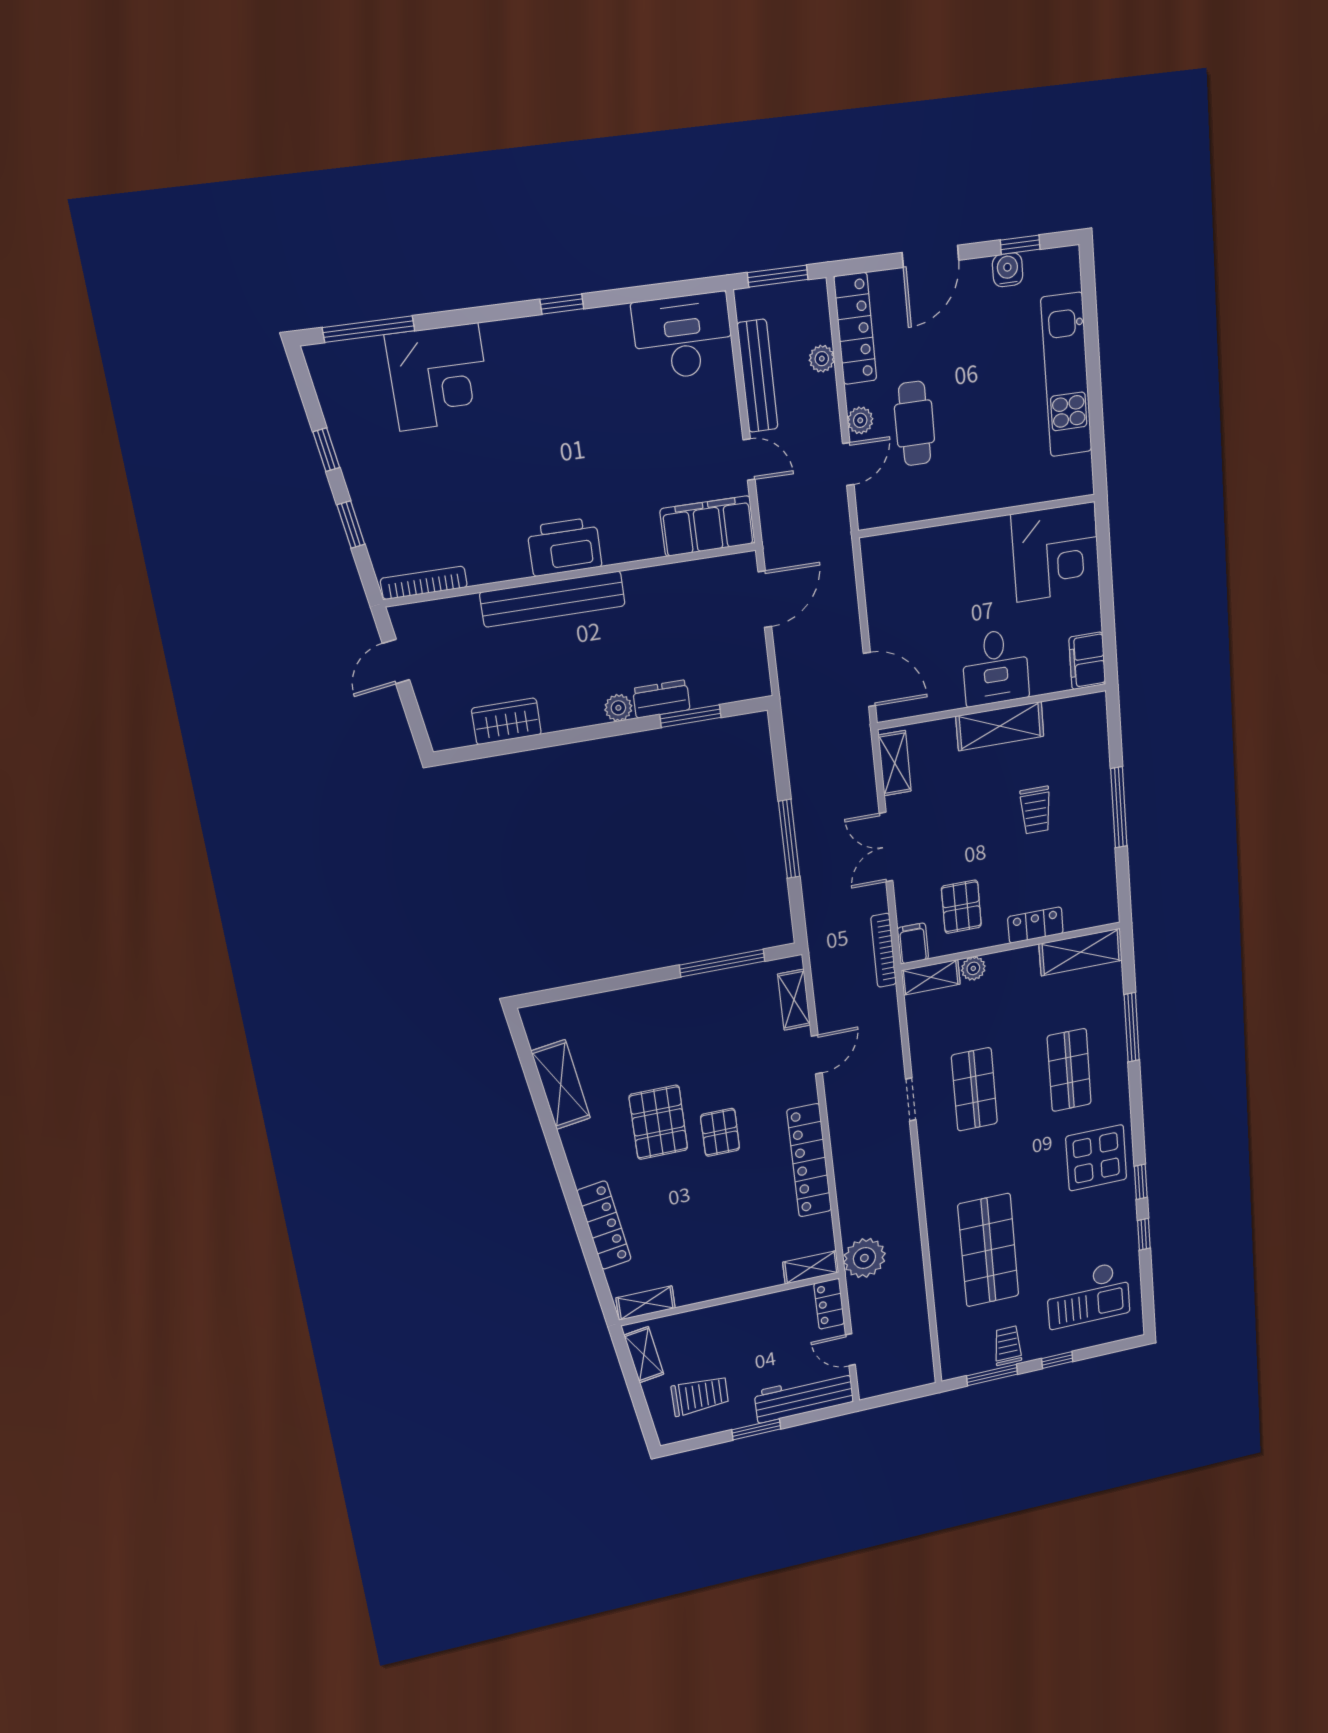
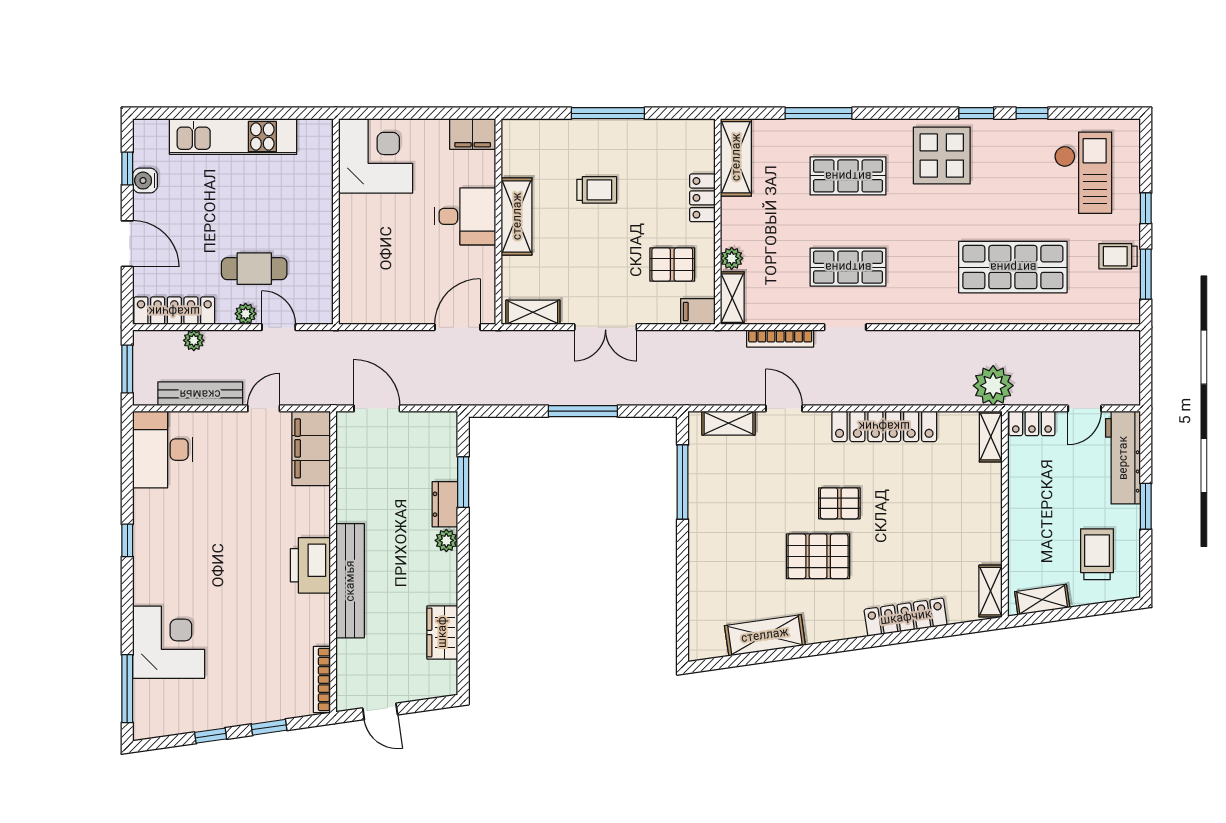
bookcase: (884, 950) -> (780, 338), moved

